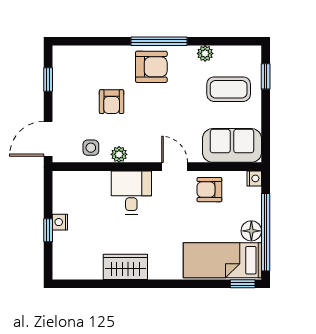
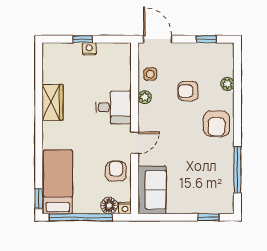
window: (159, 41) -> (237, 170), moved
plant: (205, 53) -> (227, 84), moved
coffee table: (229, 89) -> (198, 187), removed
floor lamp: (251, 231) -> (109, 206), moved

